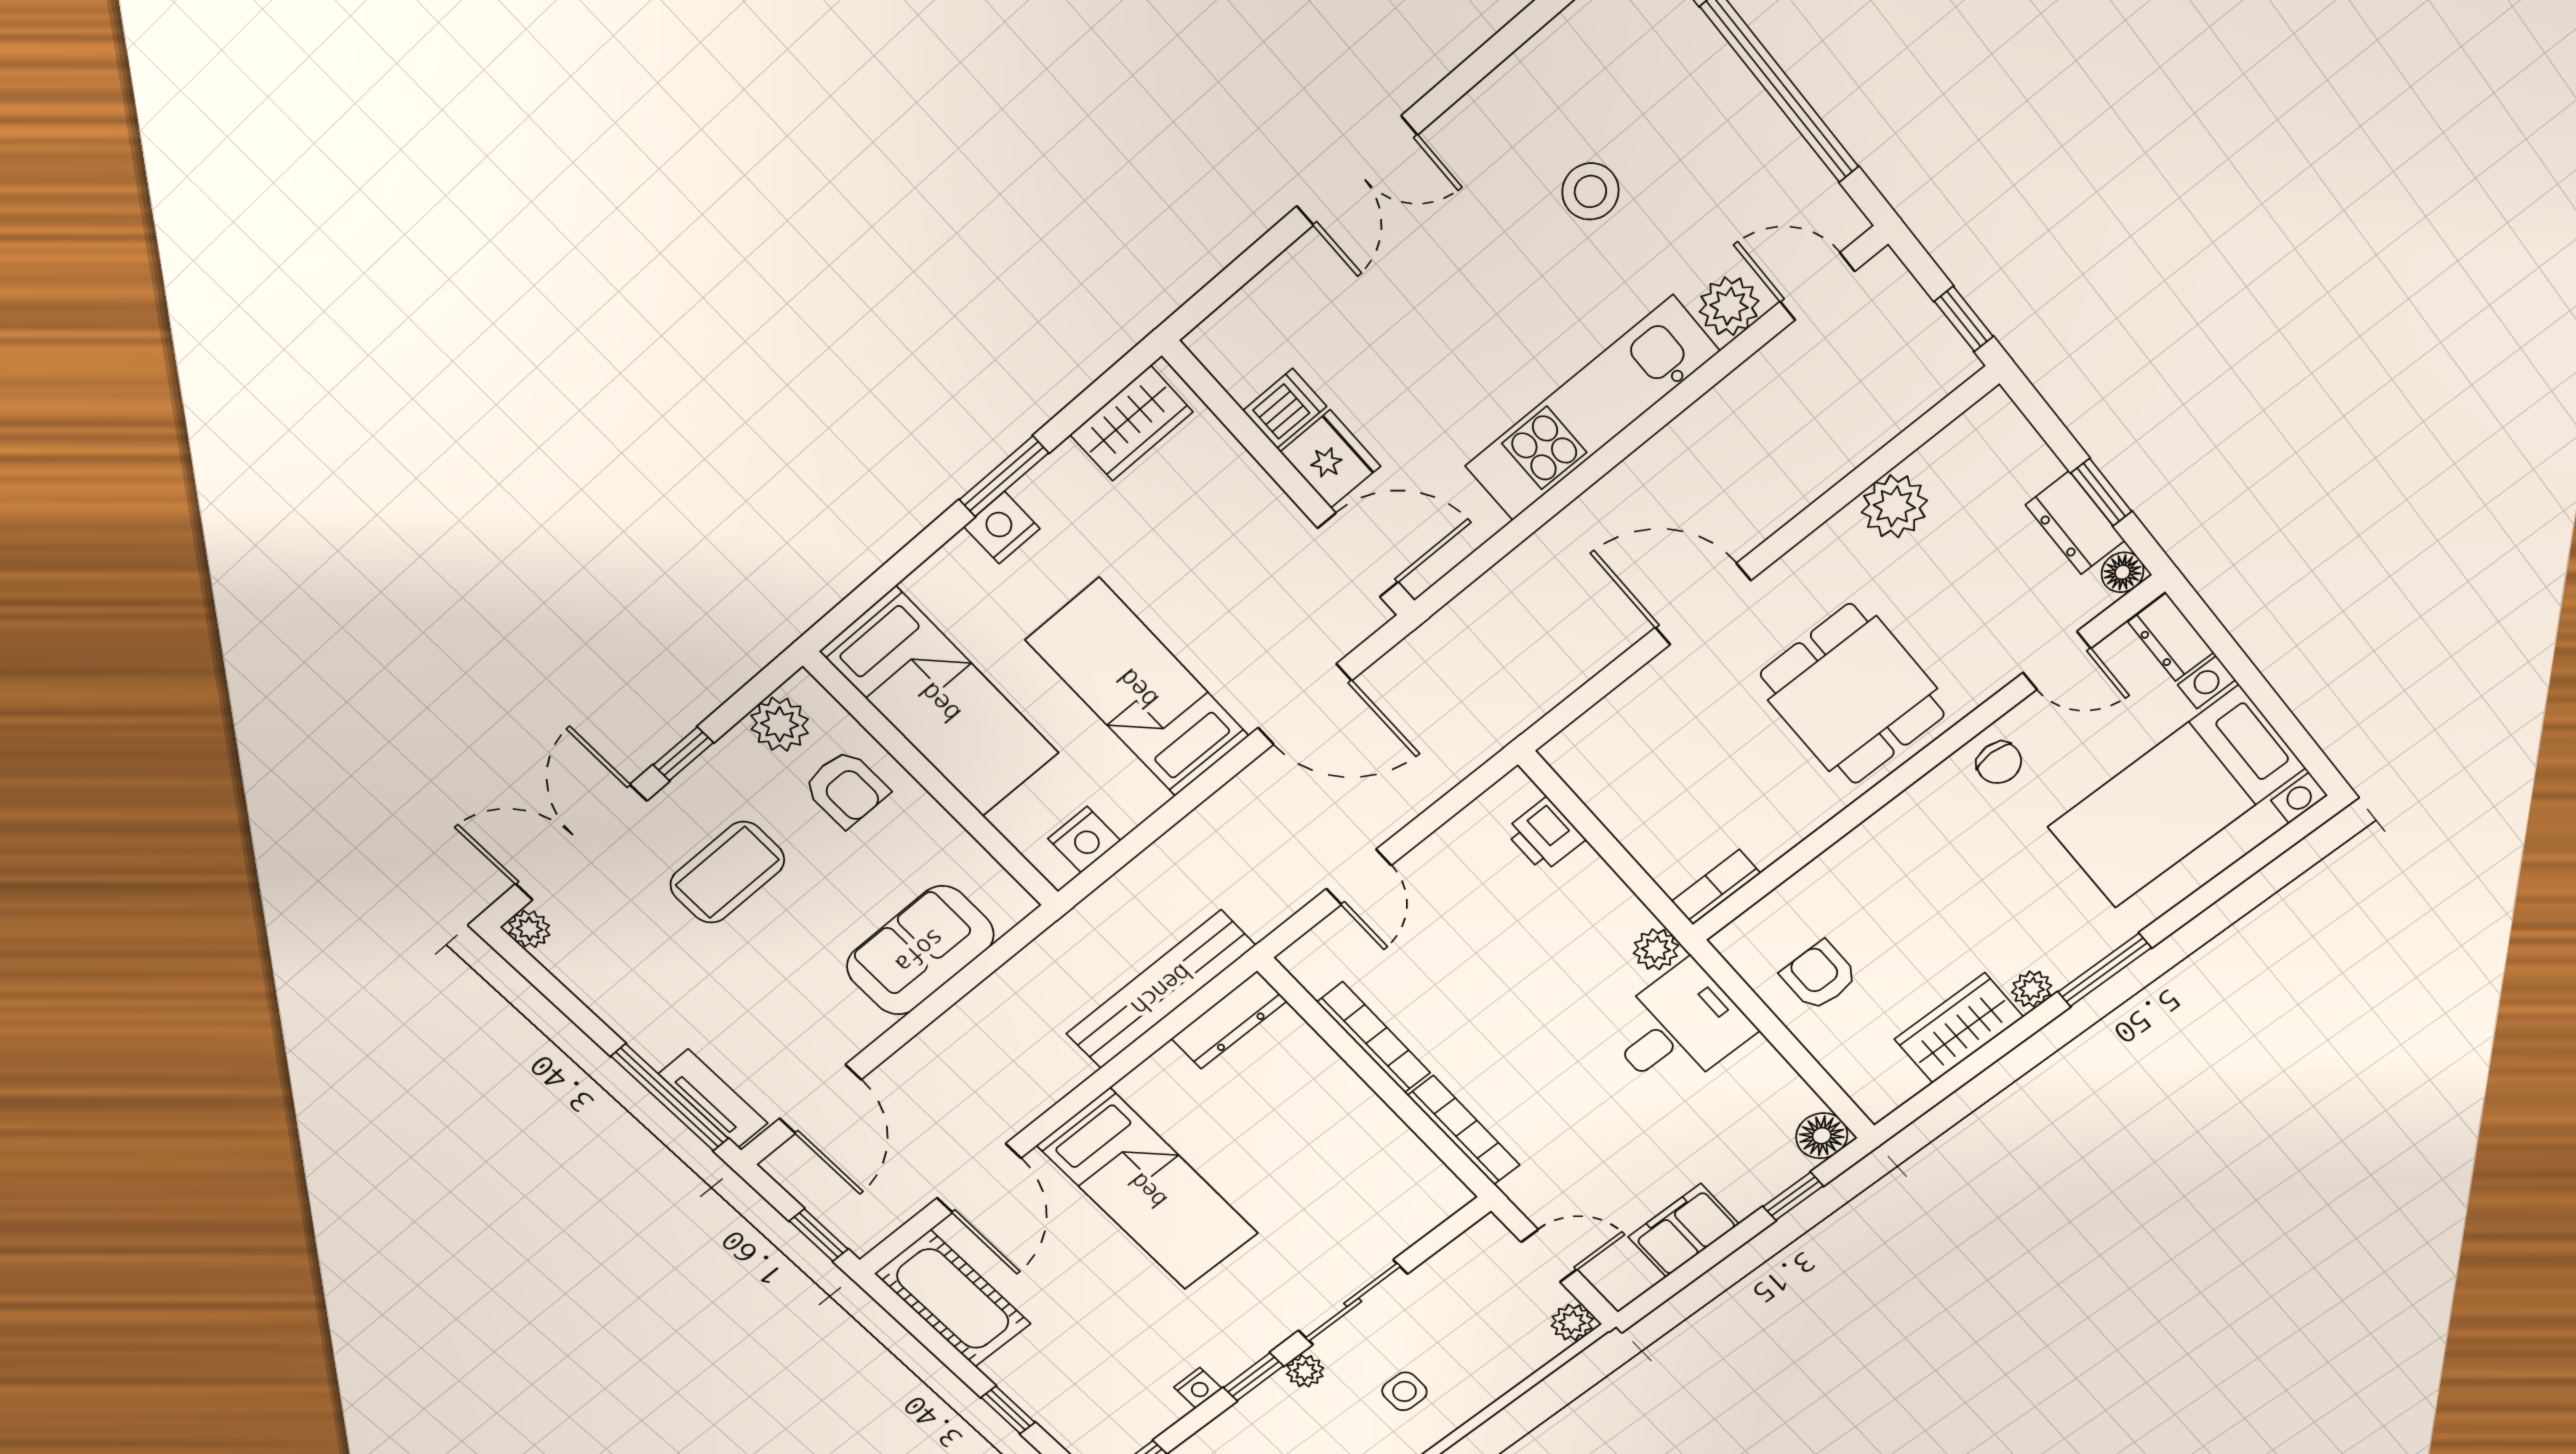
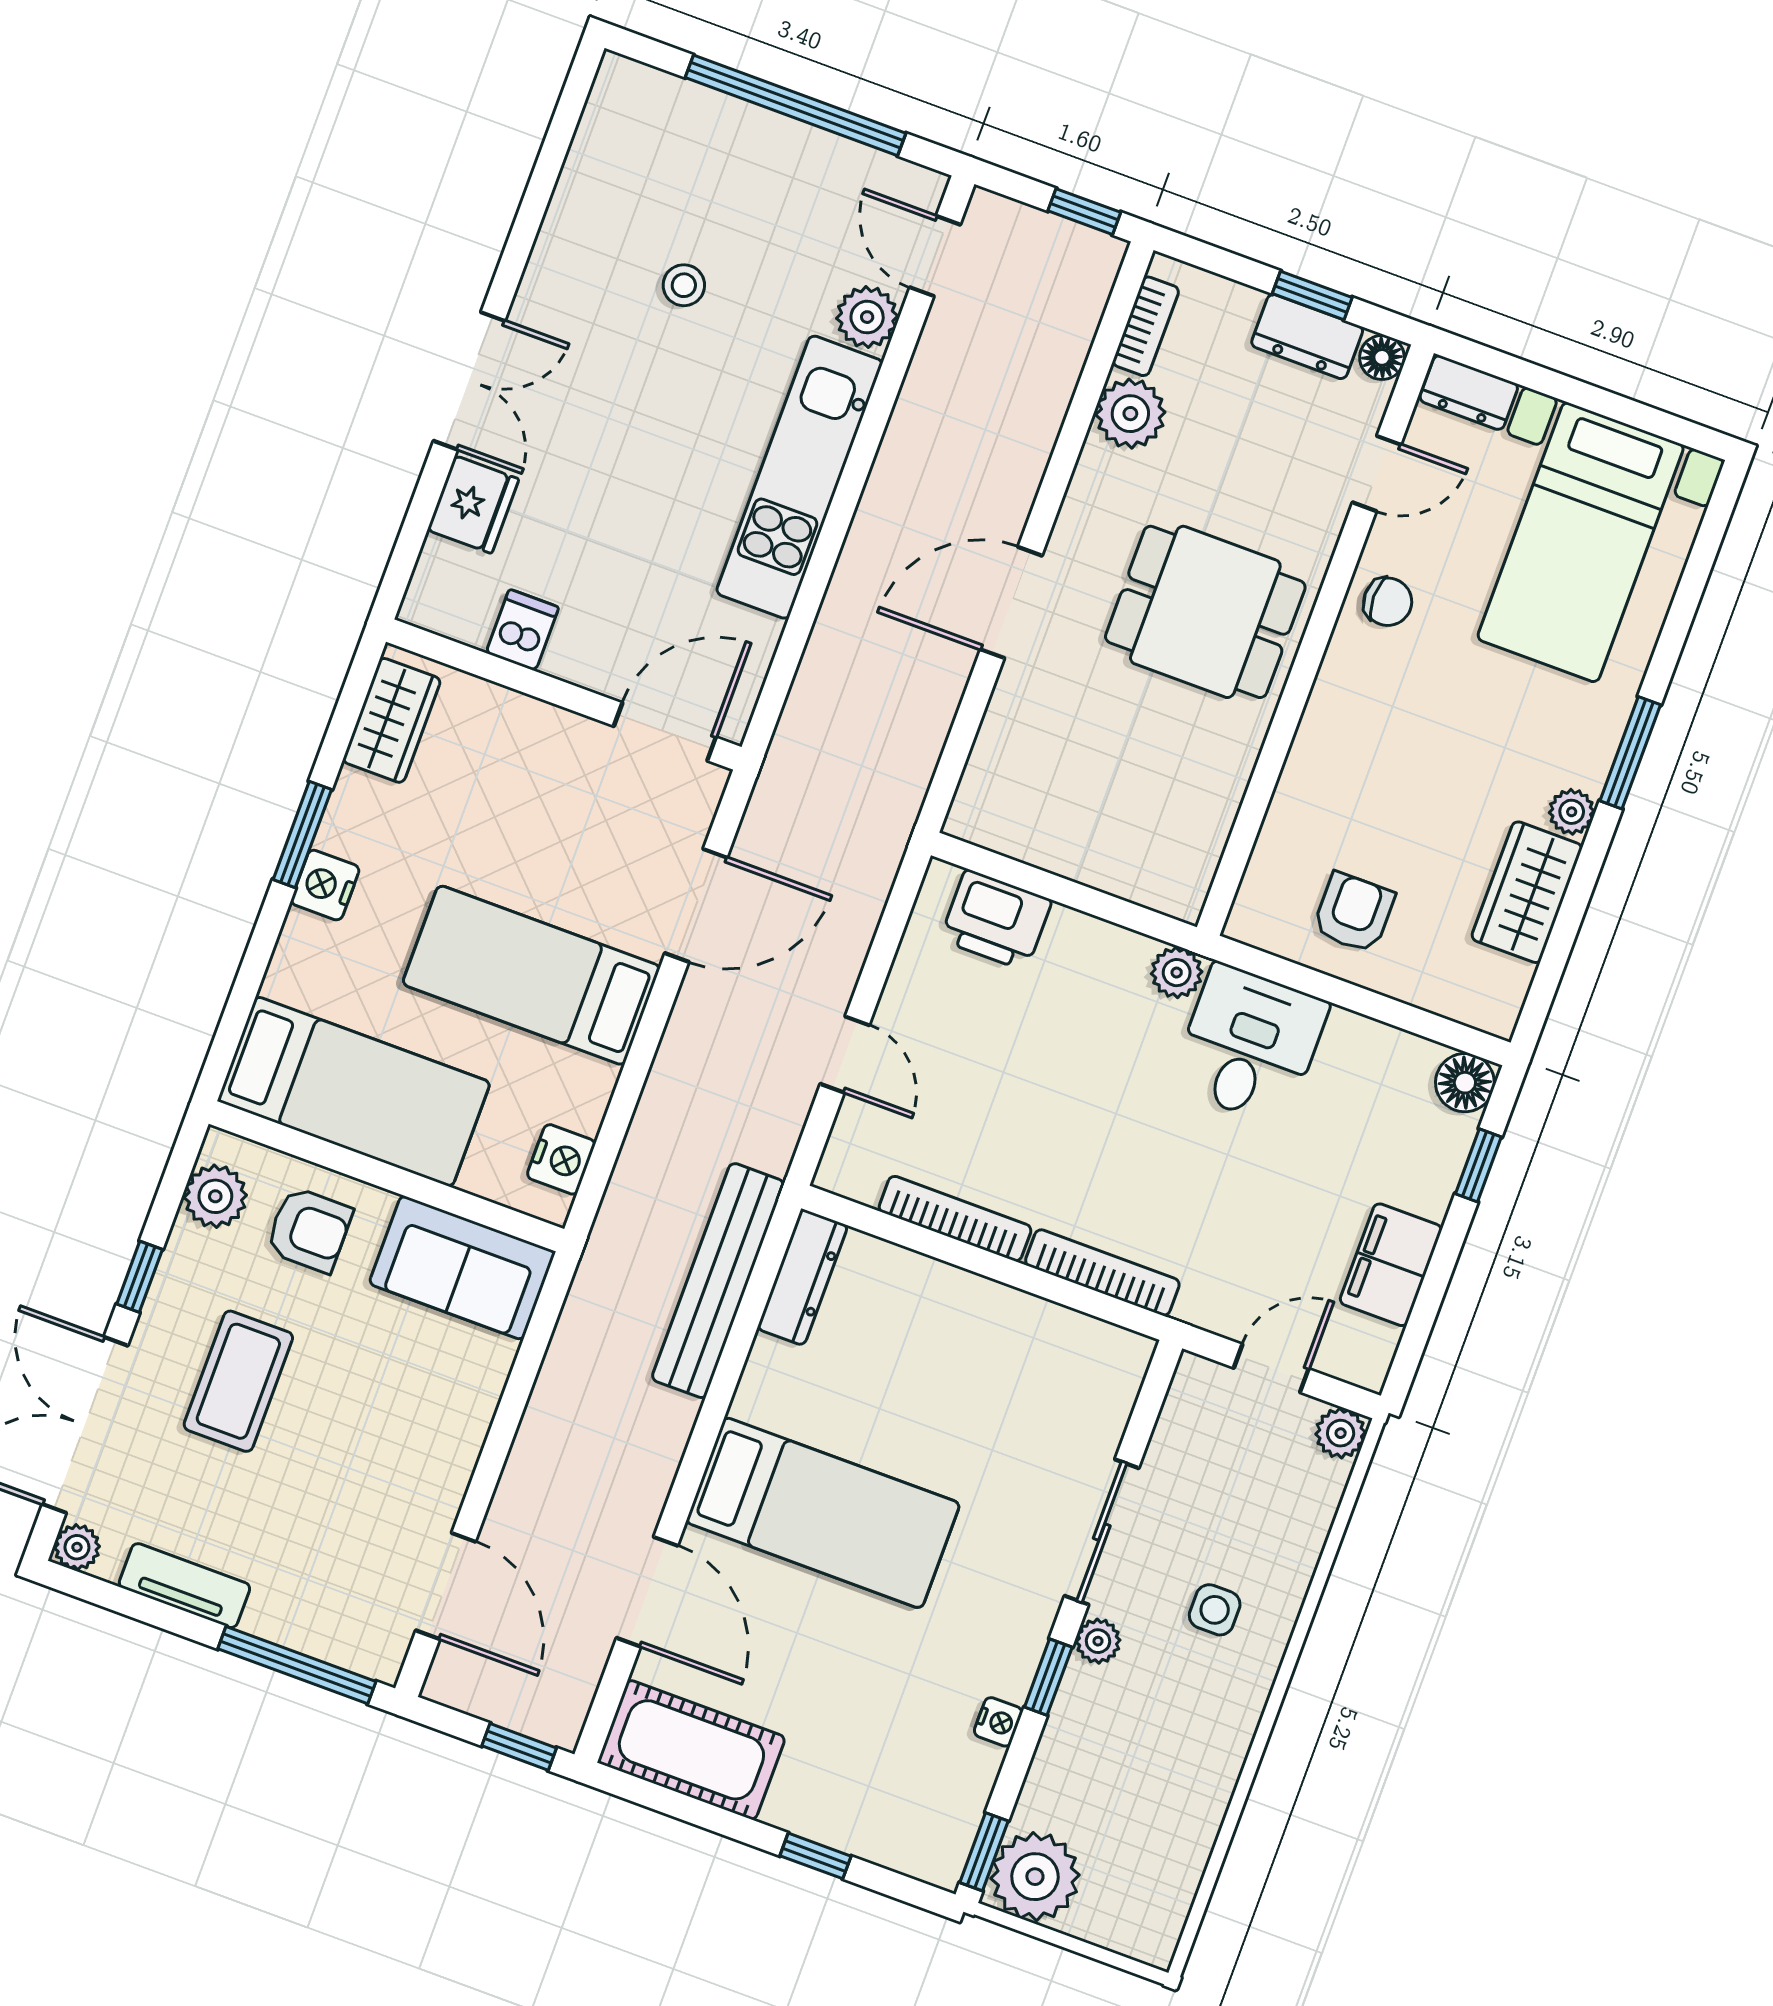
stool: (1590, 191) -> (684, 285), width x0.73, depth x0.73
door: (1817, 286) -> (935, 256), hinge flipped
fridge: (1330, 459) -> (473, 505), moved, turned 90
printer: (1545, 835) -> (996, 920), width x1.36, depth x1.24
bookcase: (1716, 887) -> (1146, 326), moved, turned 180
sofa: (920, 951) -> (462, 1268), moved, turned -90
armchair: (1819, 976) -> (1354, 913), turned 90
tv unit: (713, 1098) -> (184, 1586), moved

